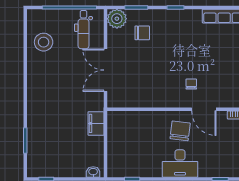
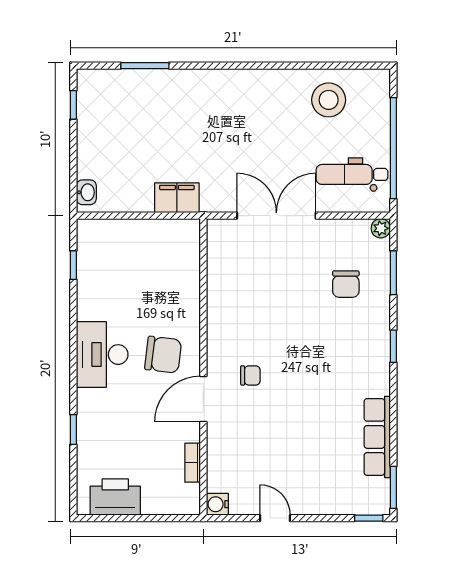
plant: (117, 19) -> (381, 228), width x0.53, depth x0.53

